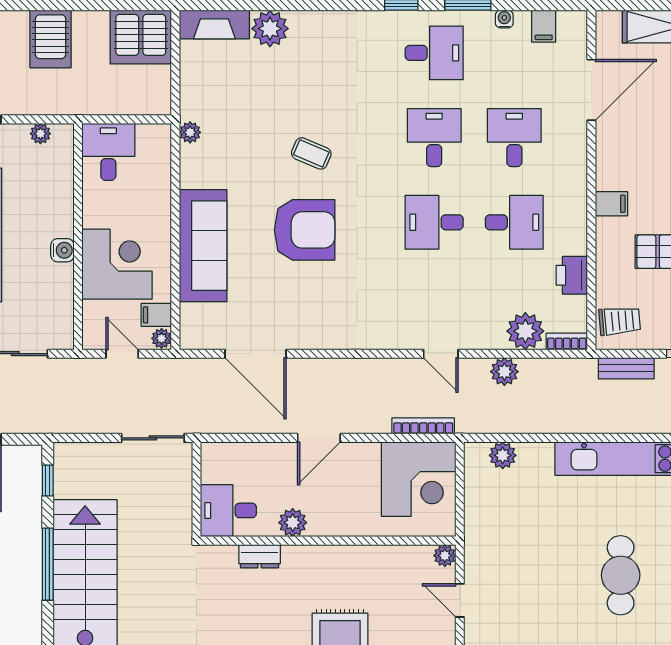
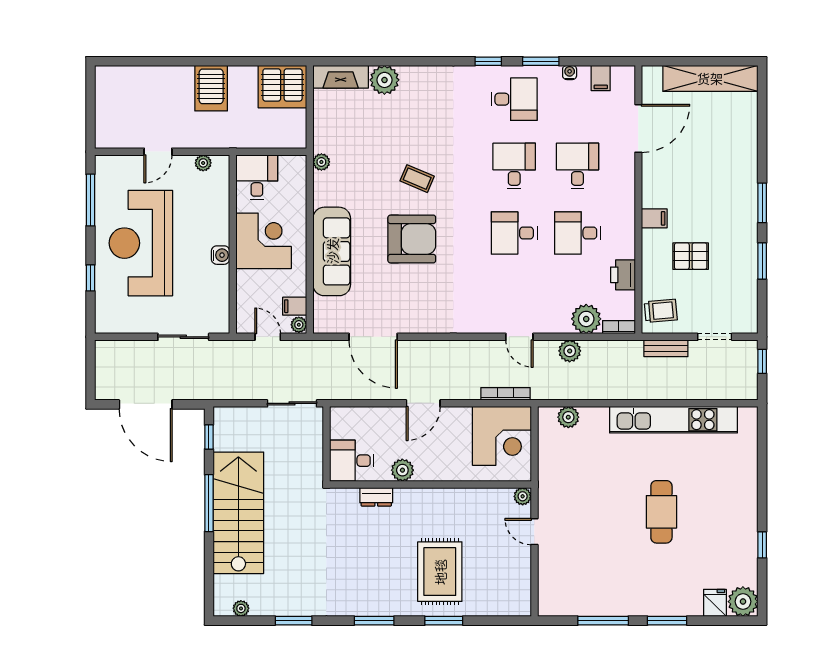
desk: (514, 222) -> (577, 233), turned 180
corner desk: (117, 264) -> (264, 241), moved

